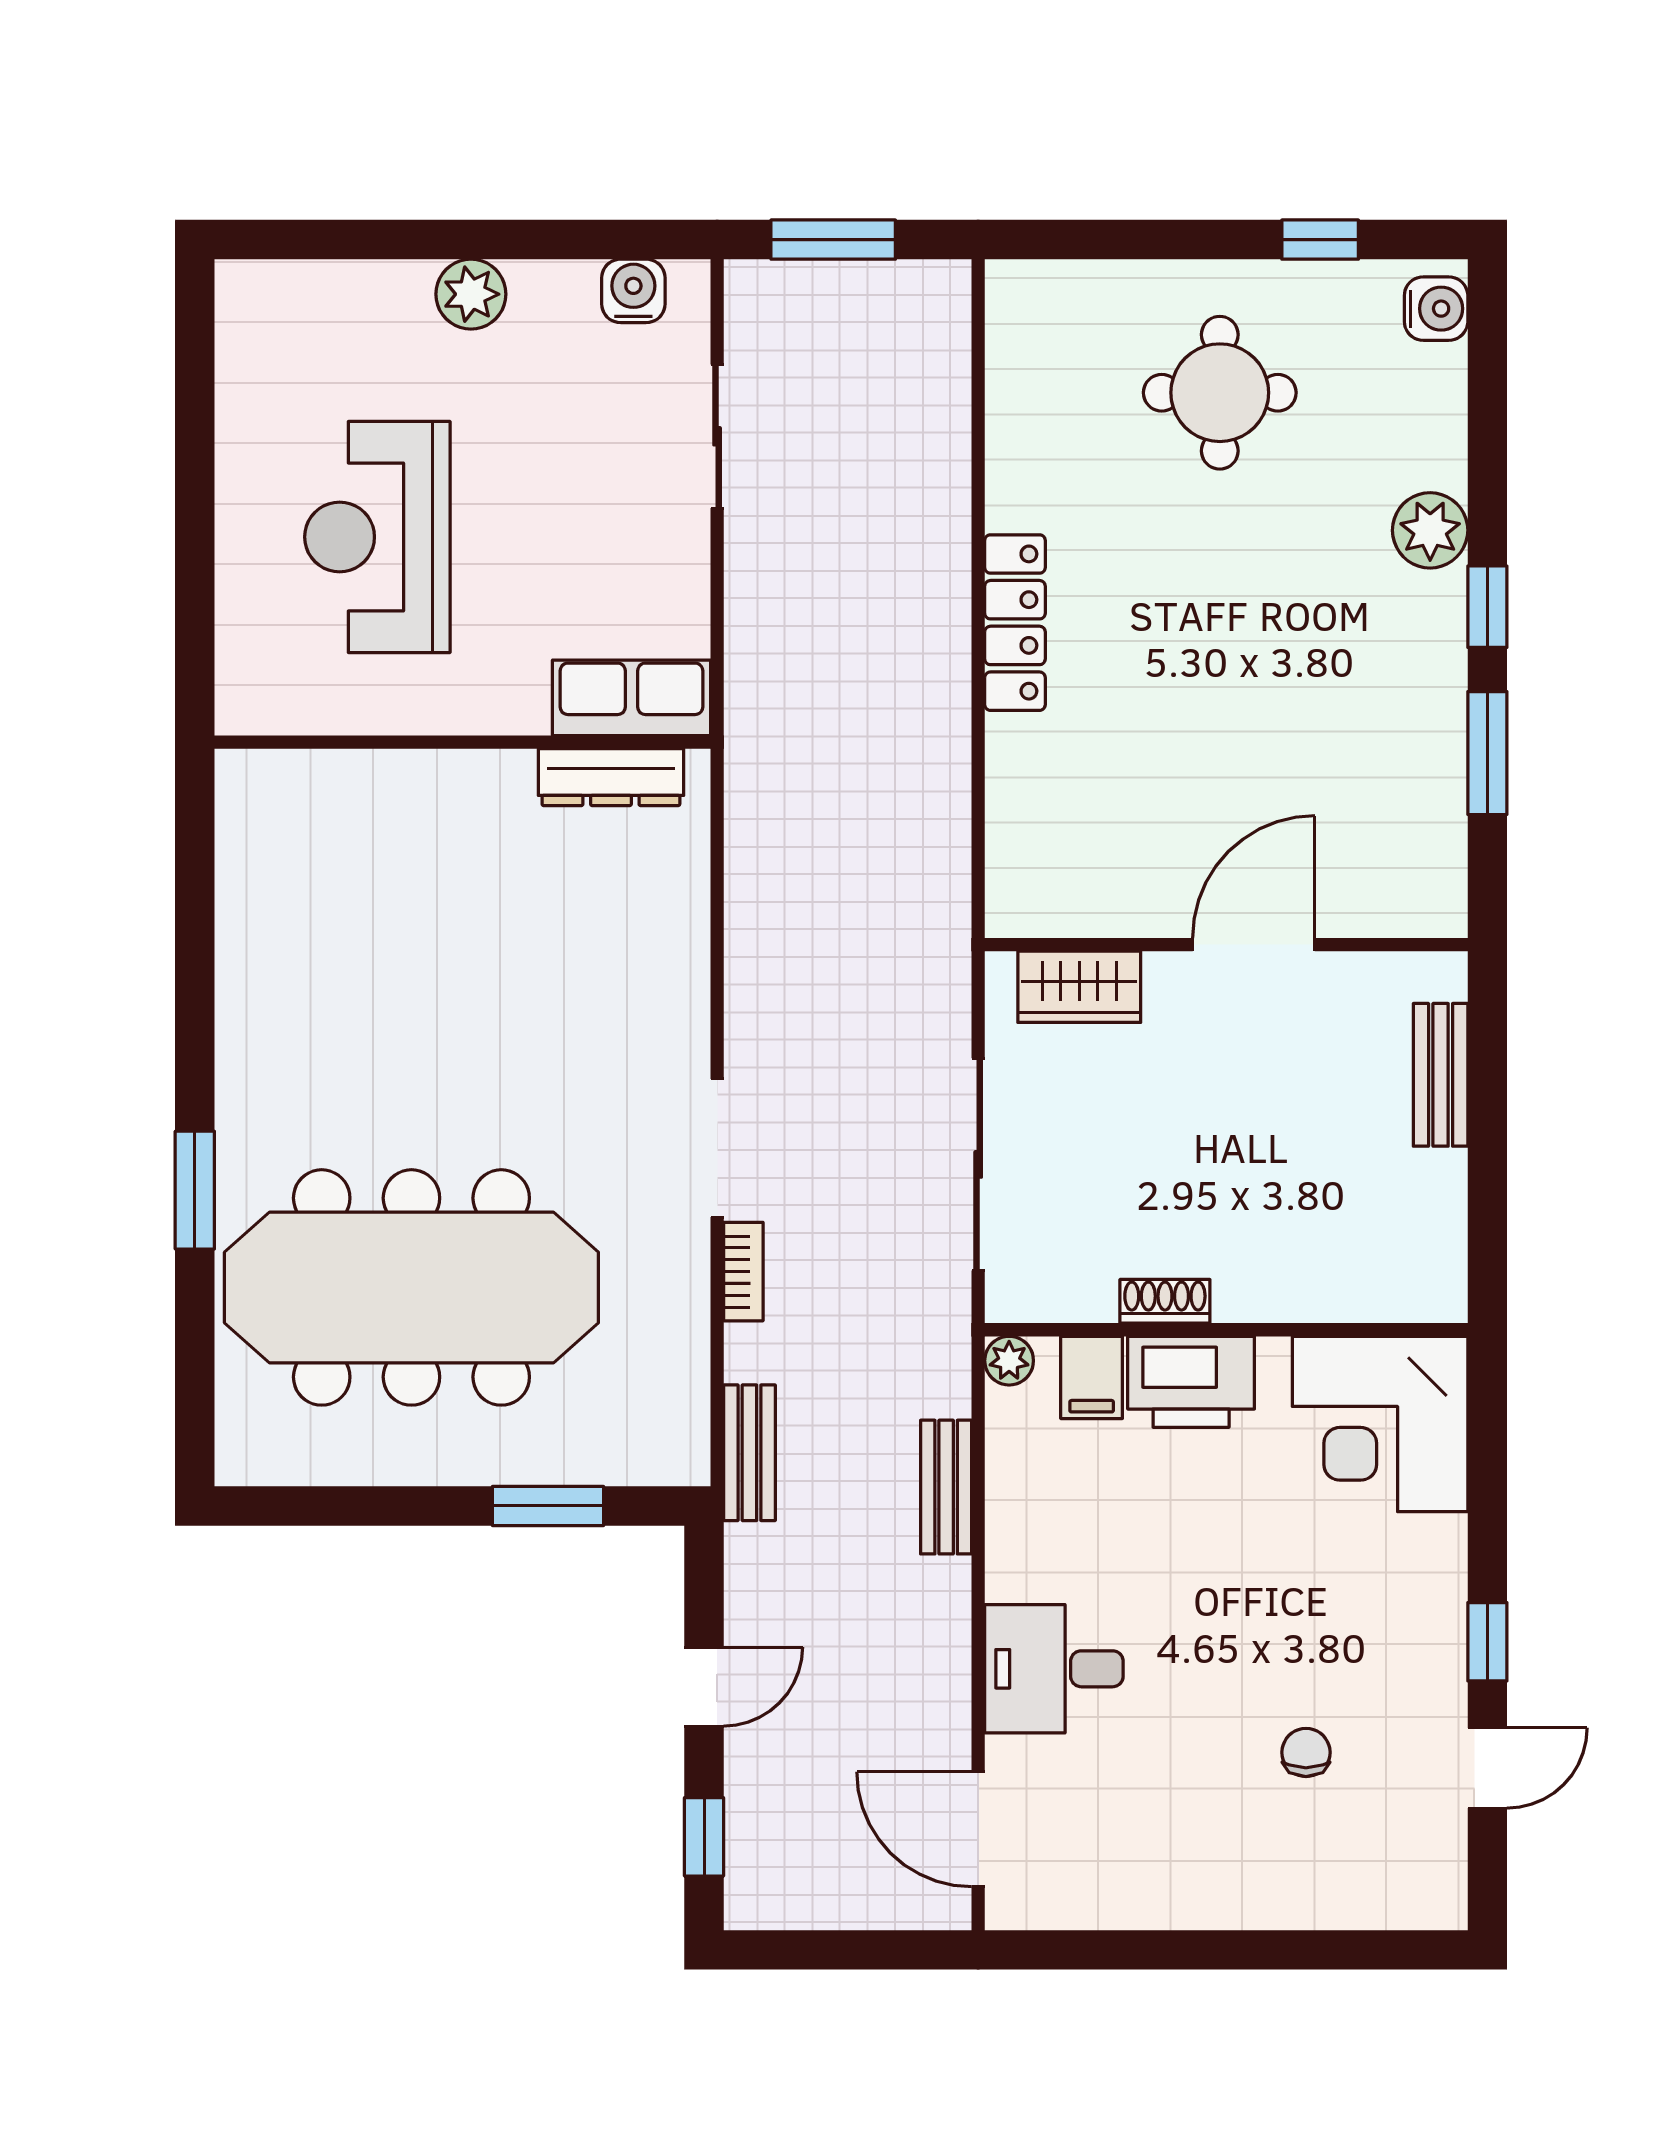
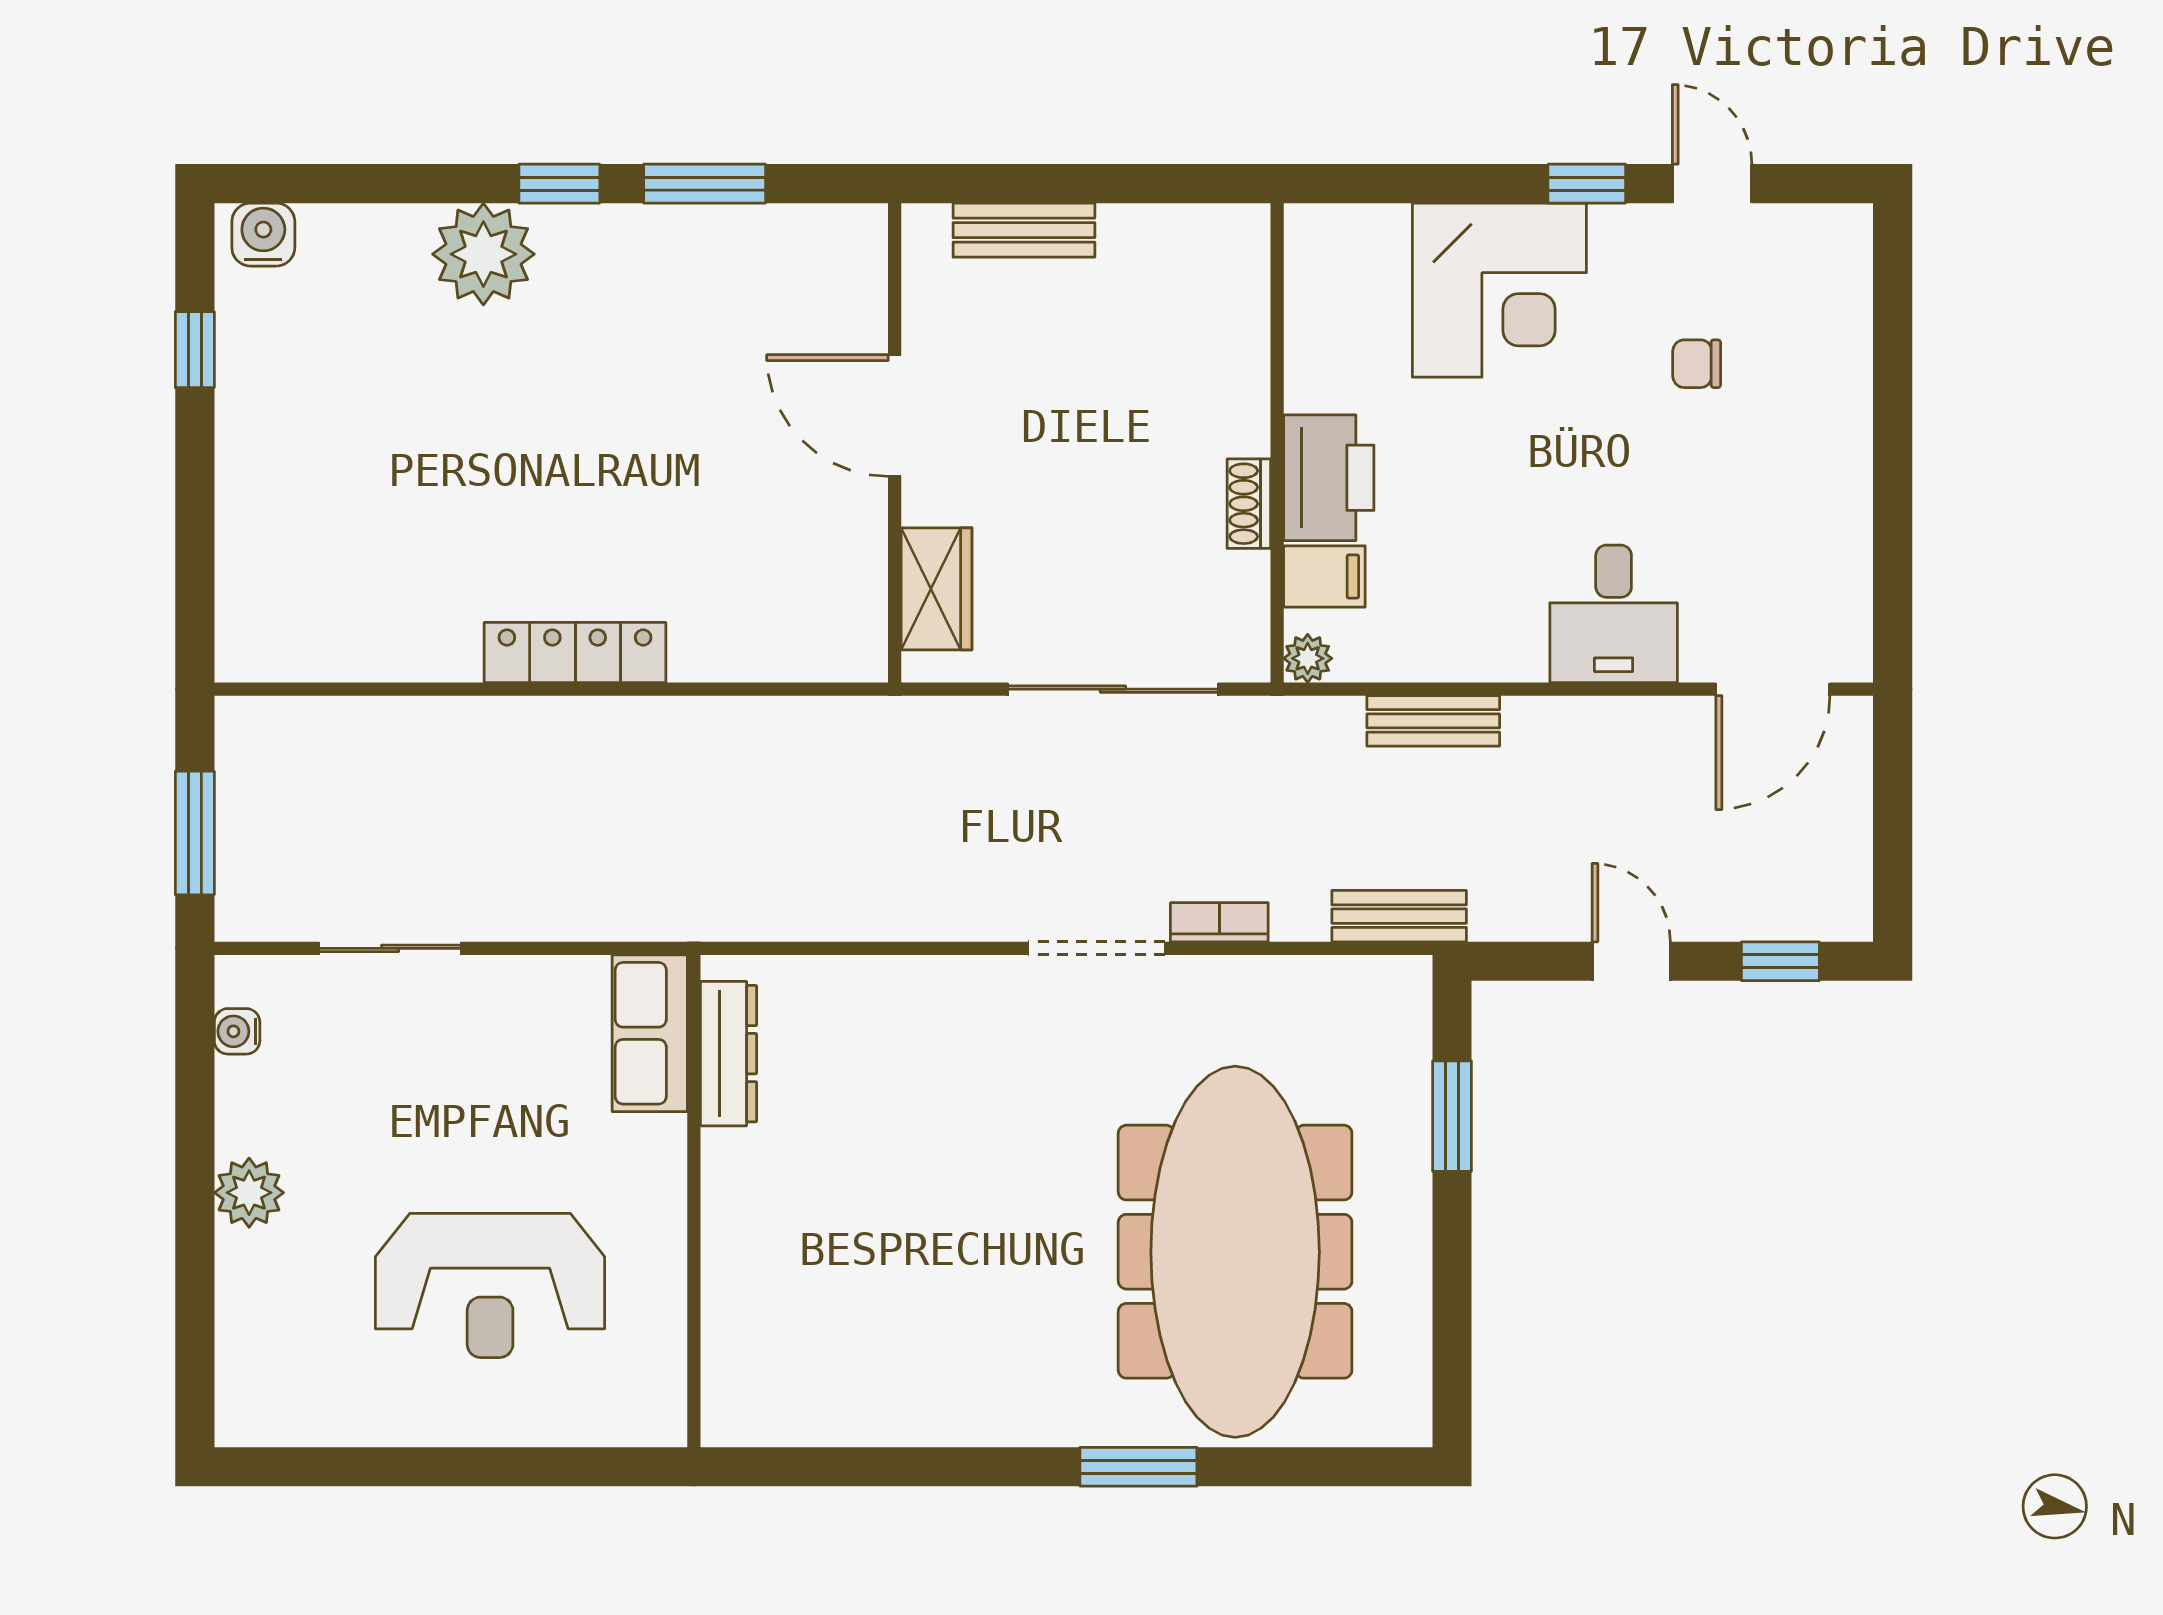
water cooler: (633, 291) -> (237, 1031), width x0.72, depth x0.72
round table: (1220, 393) -> (347, 449), removed
plant: (1430, 530) -> (483, 254), width x1.36, depth x1.36
corner desk: (1380, 1424) -> (1499, 290), moved

